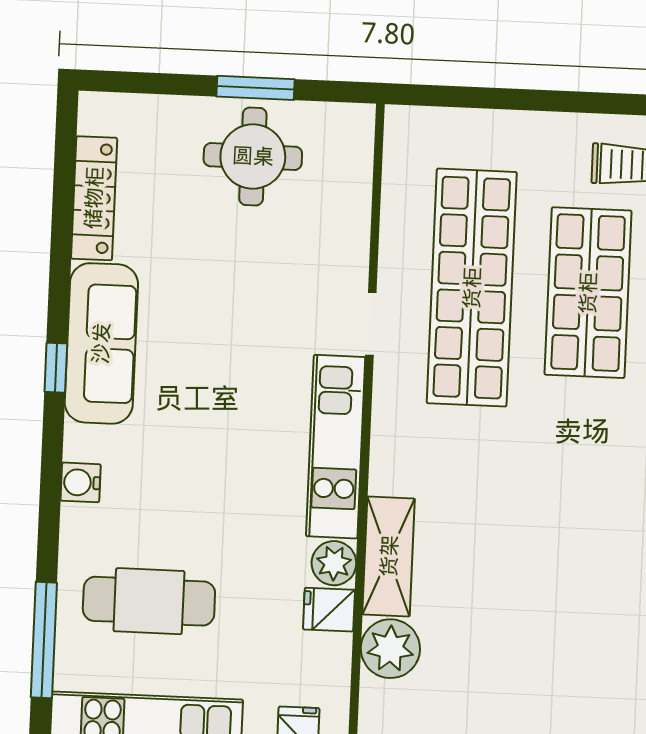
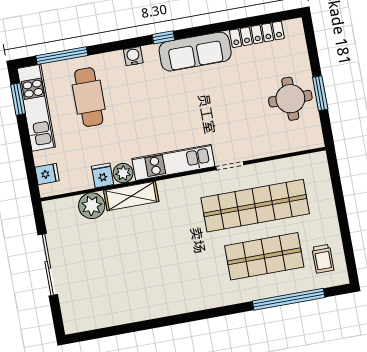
window: (56, 368) -> (163, 37), moved

